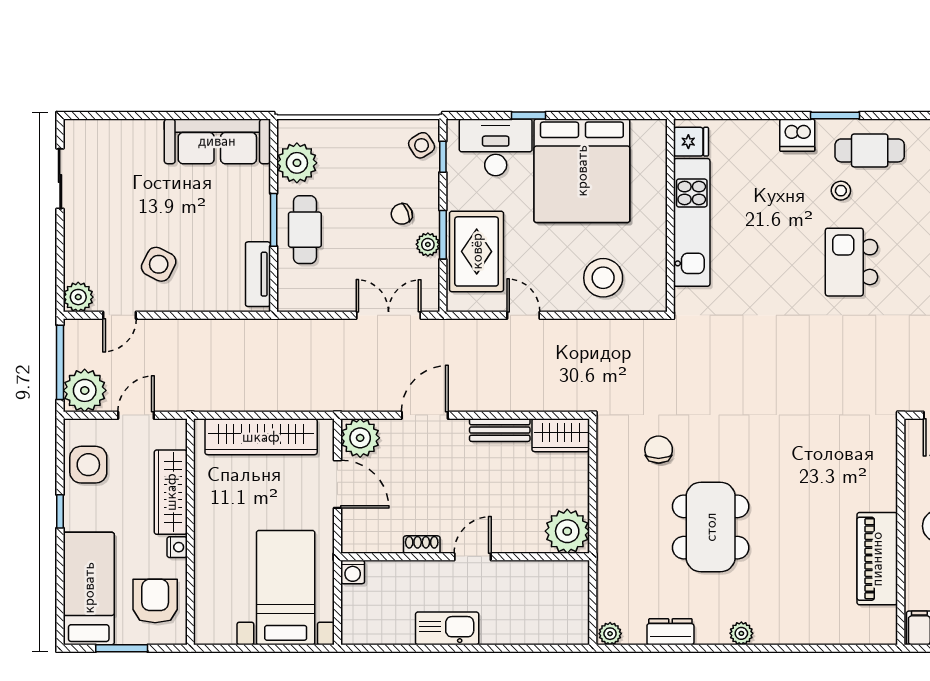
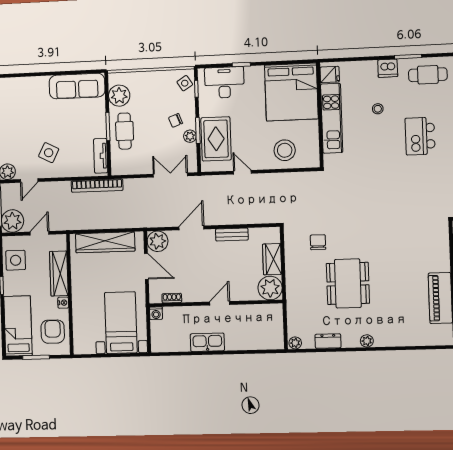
bed: (582, 171) -> (291, 92), moved
stool: (841, 191) -> (378, 109), moved
bookcase: (249, 330) -> (97, 186), added
wardrobe: (561, 435) -> (272, 259), moved, turned 90
shoe rack: (422, 545) -> (172, 298), moved

